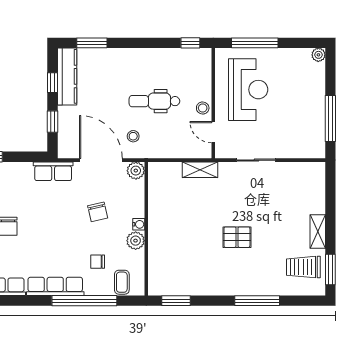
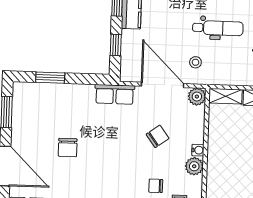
dental chair: (154, 101) -> (218, 28), turned 180
shelving: (164, 169) -> (225, 96), added
chair: (98, 212) -> (158, 136), turned -113

